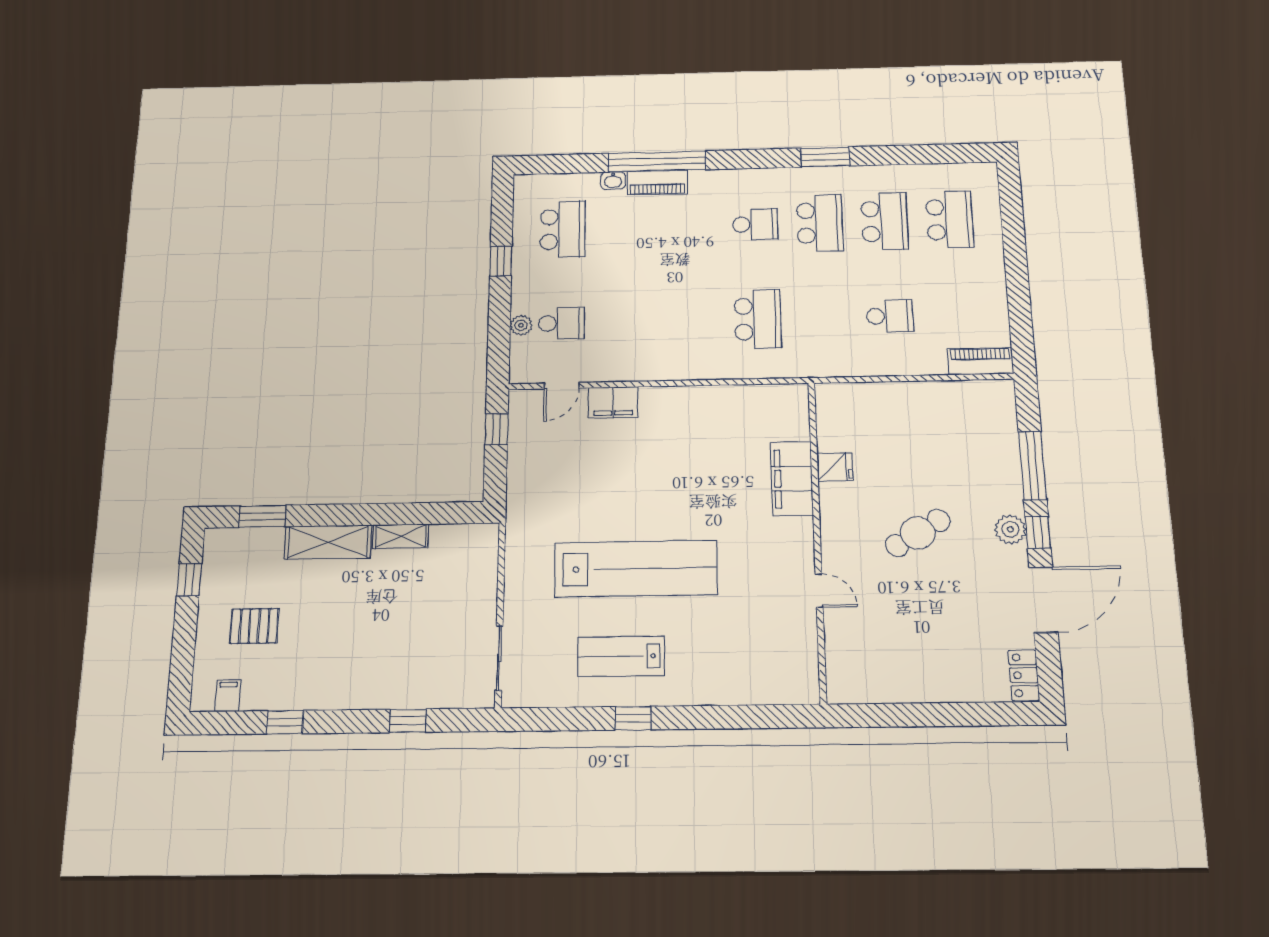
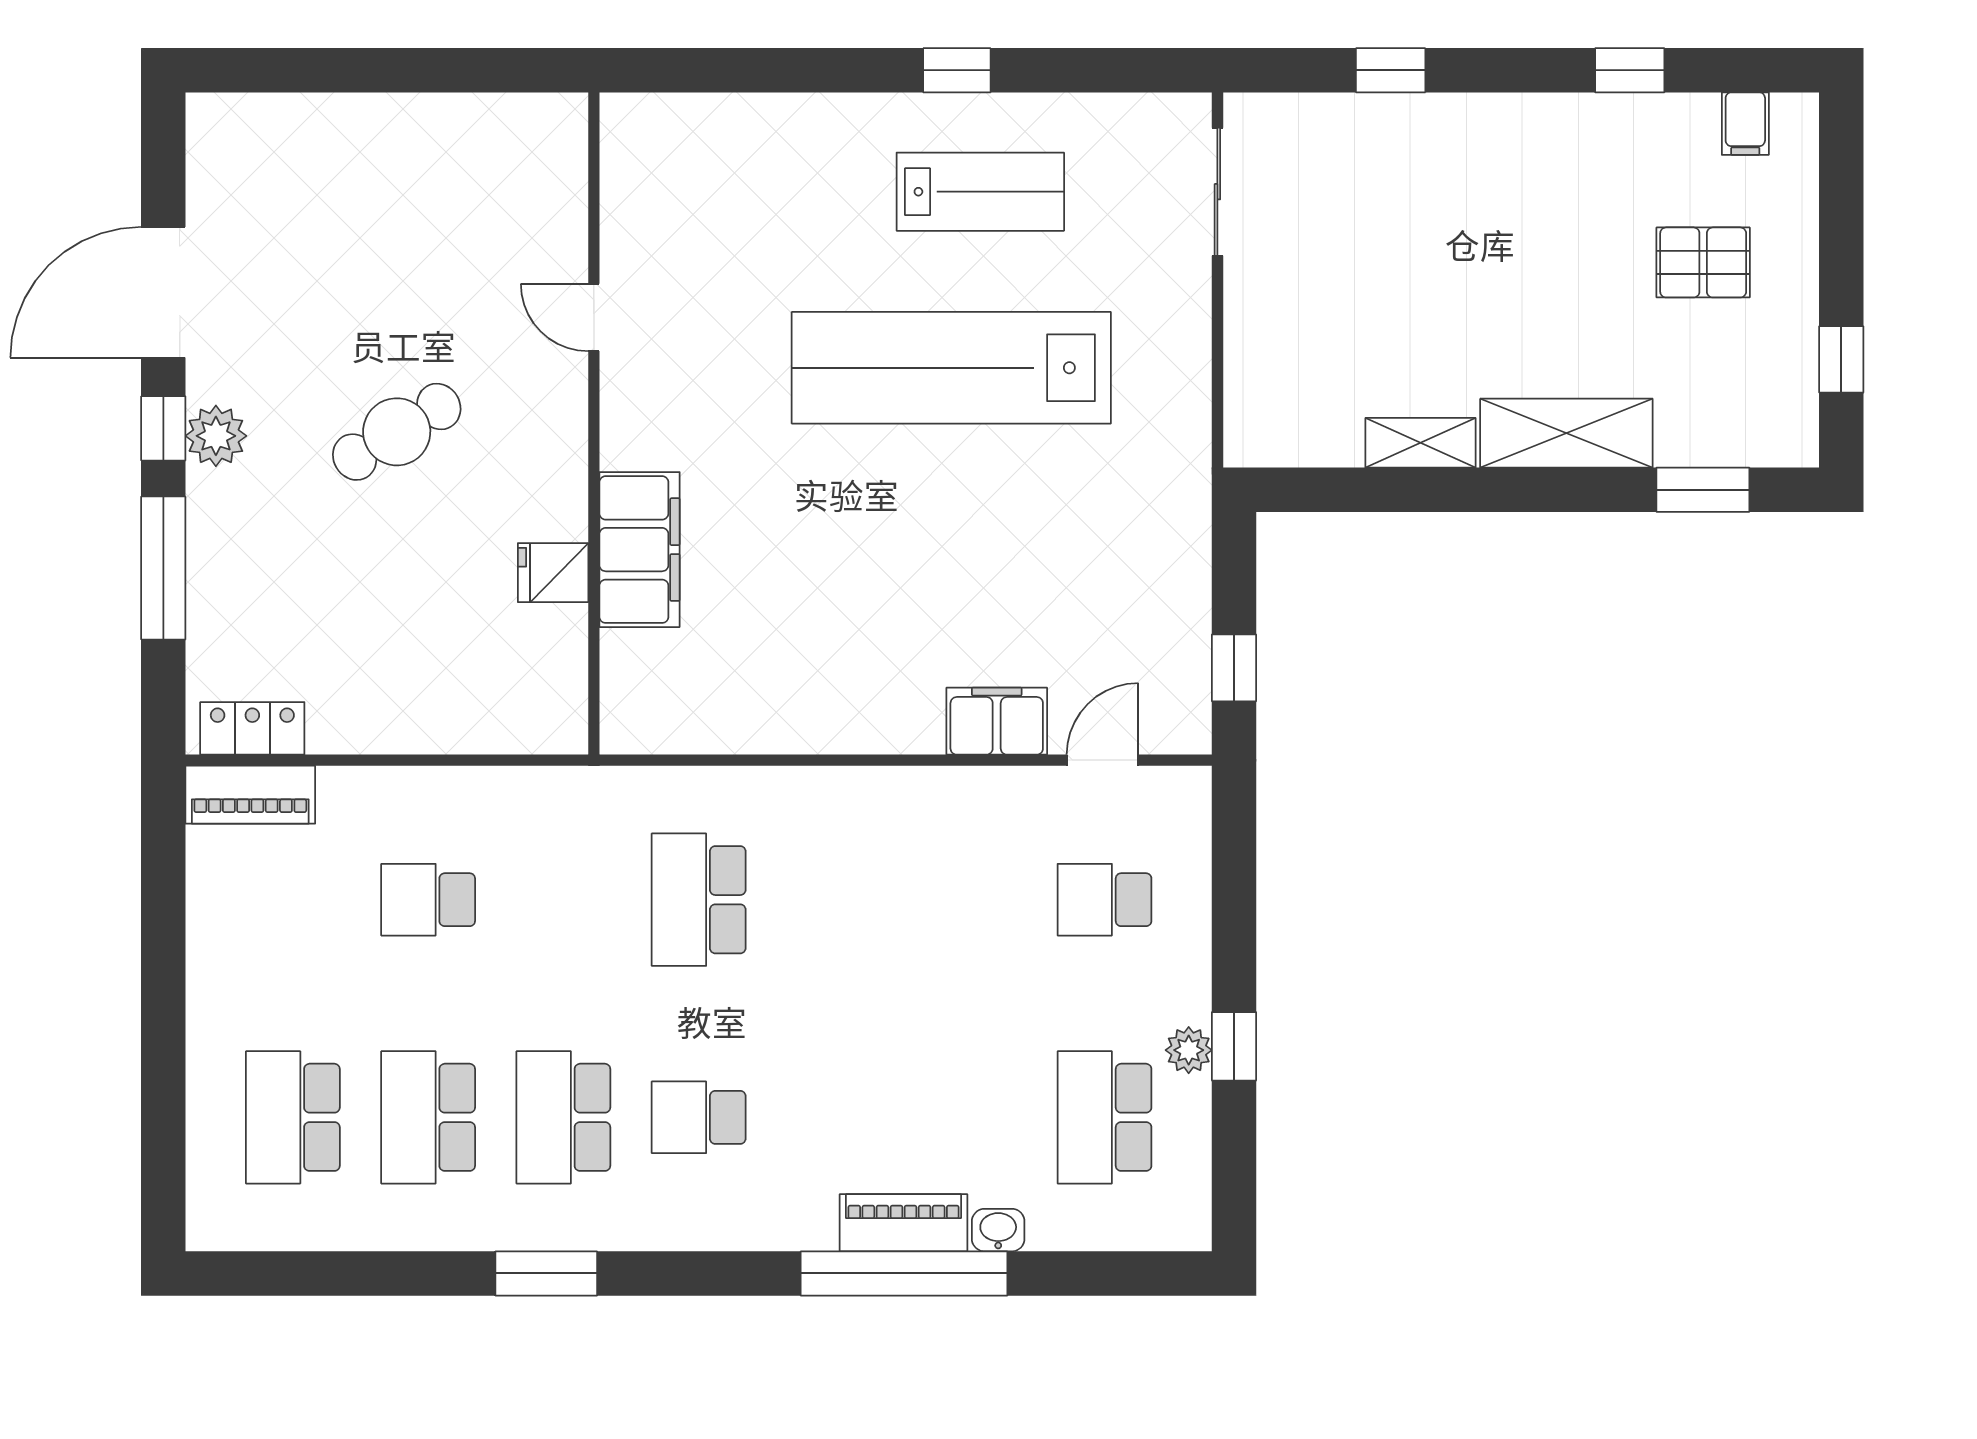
plant: (521, 325) -> (1189, 1050), moved
locker: (1024, 675) -> (252, 728), moved, turned -90

